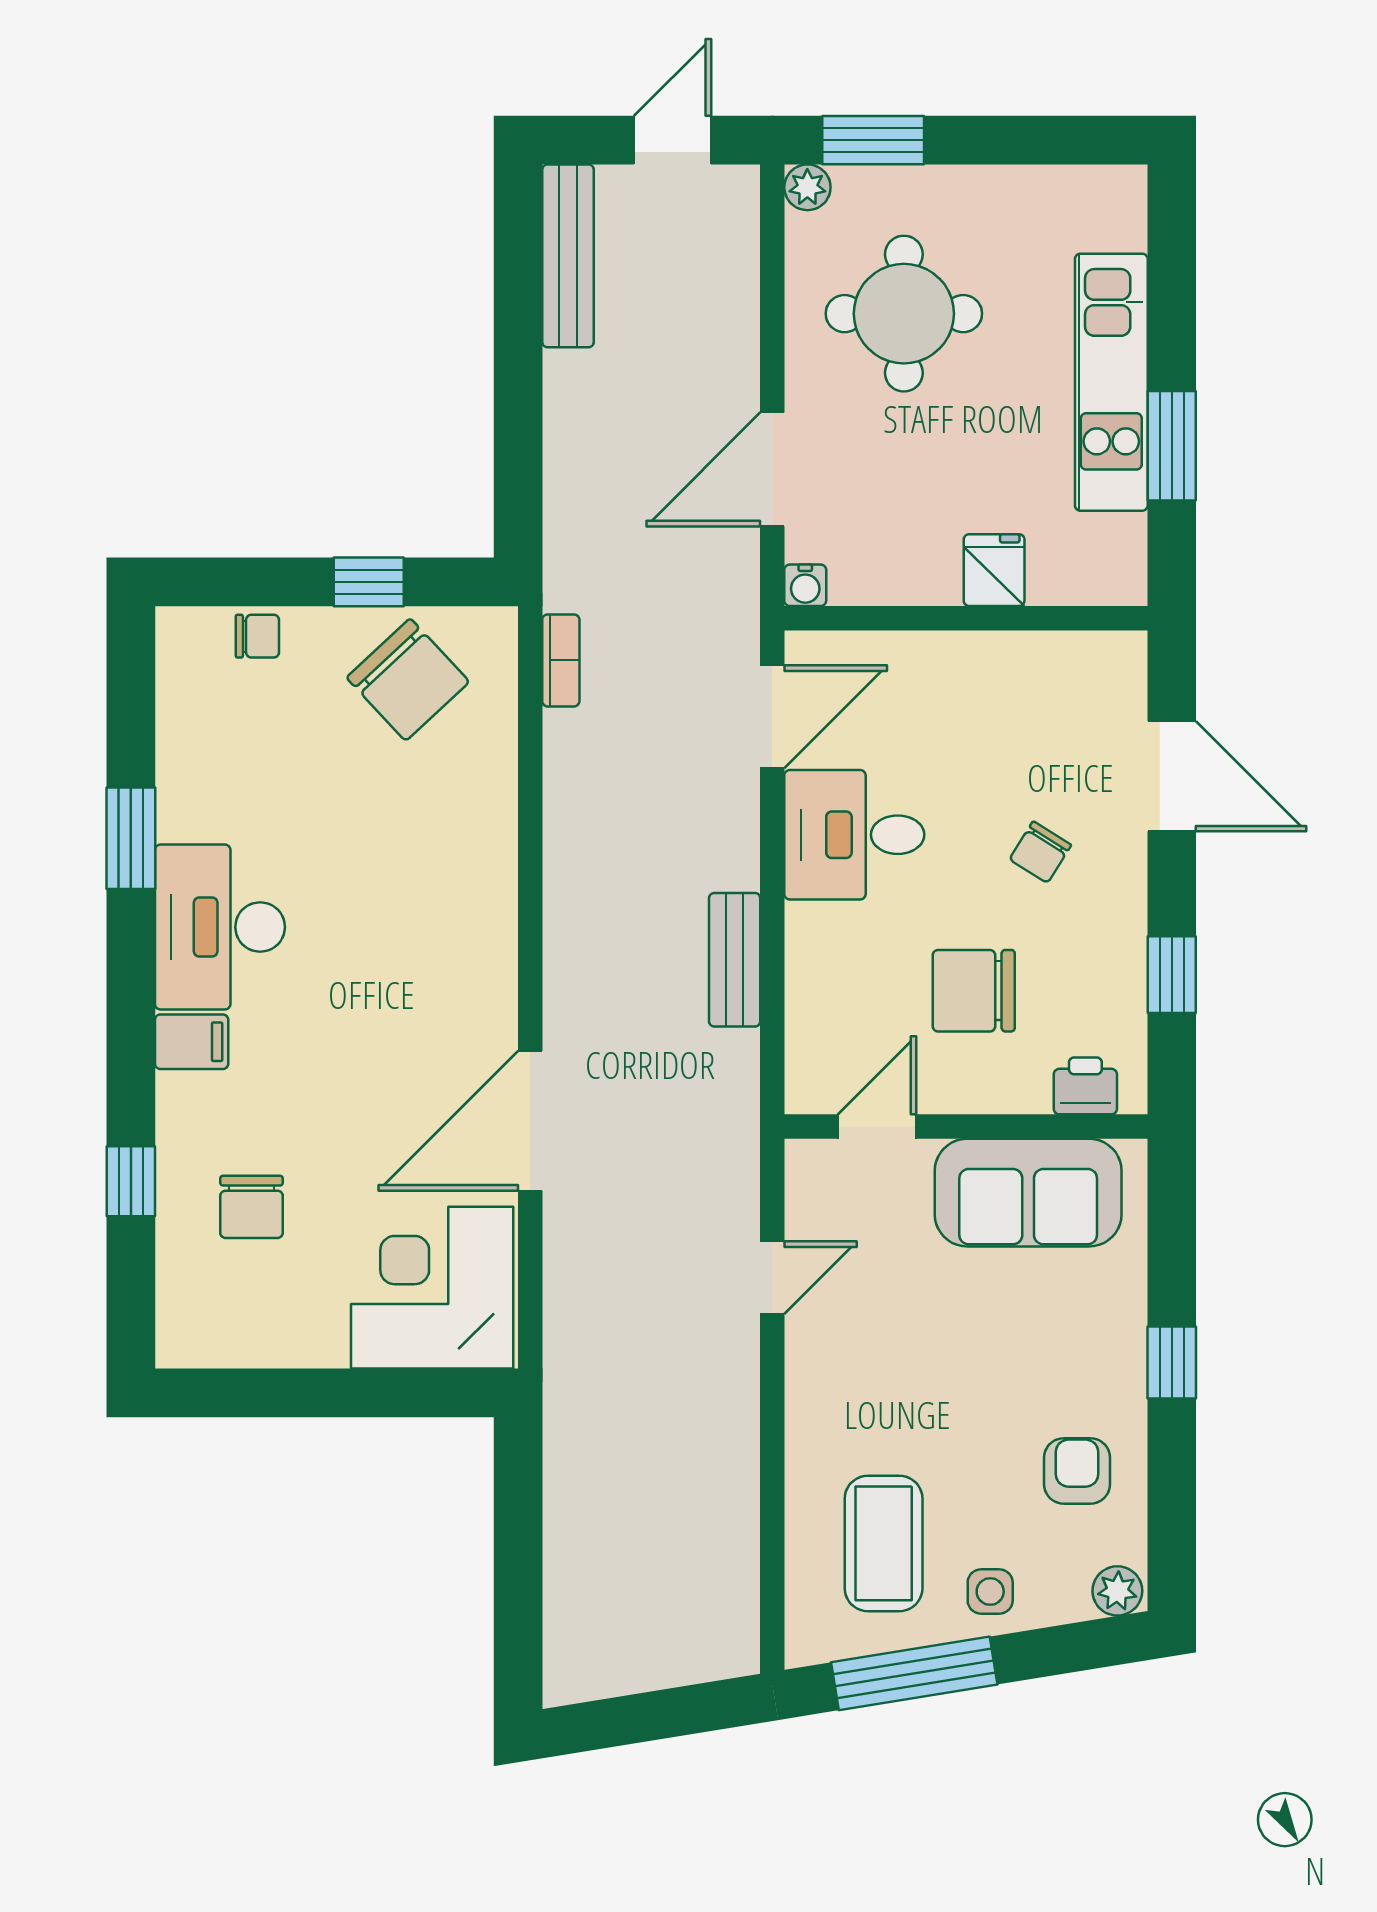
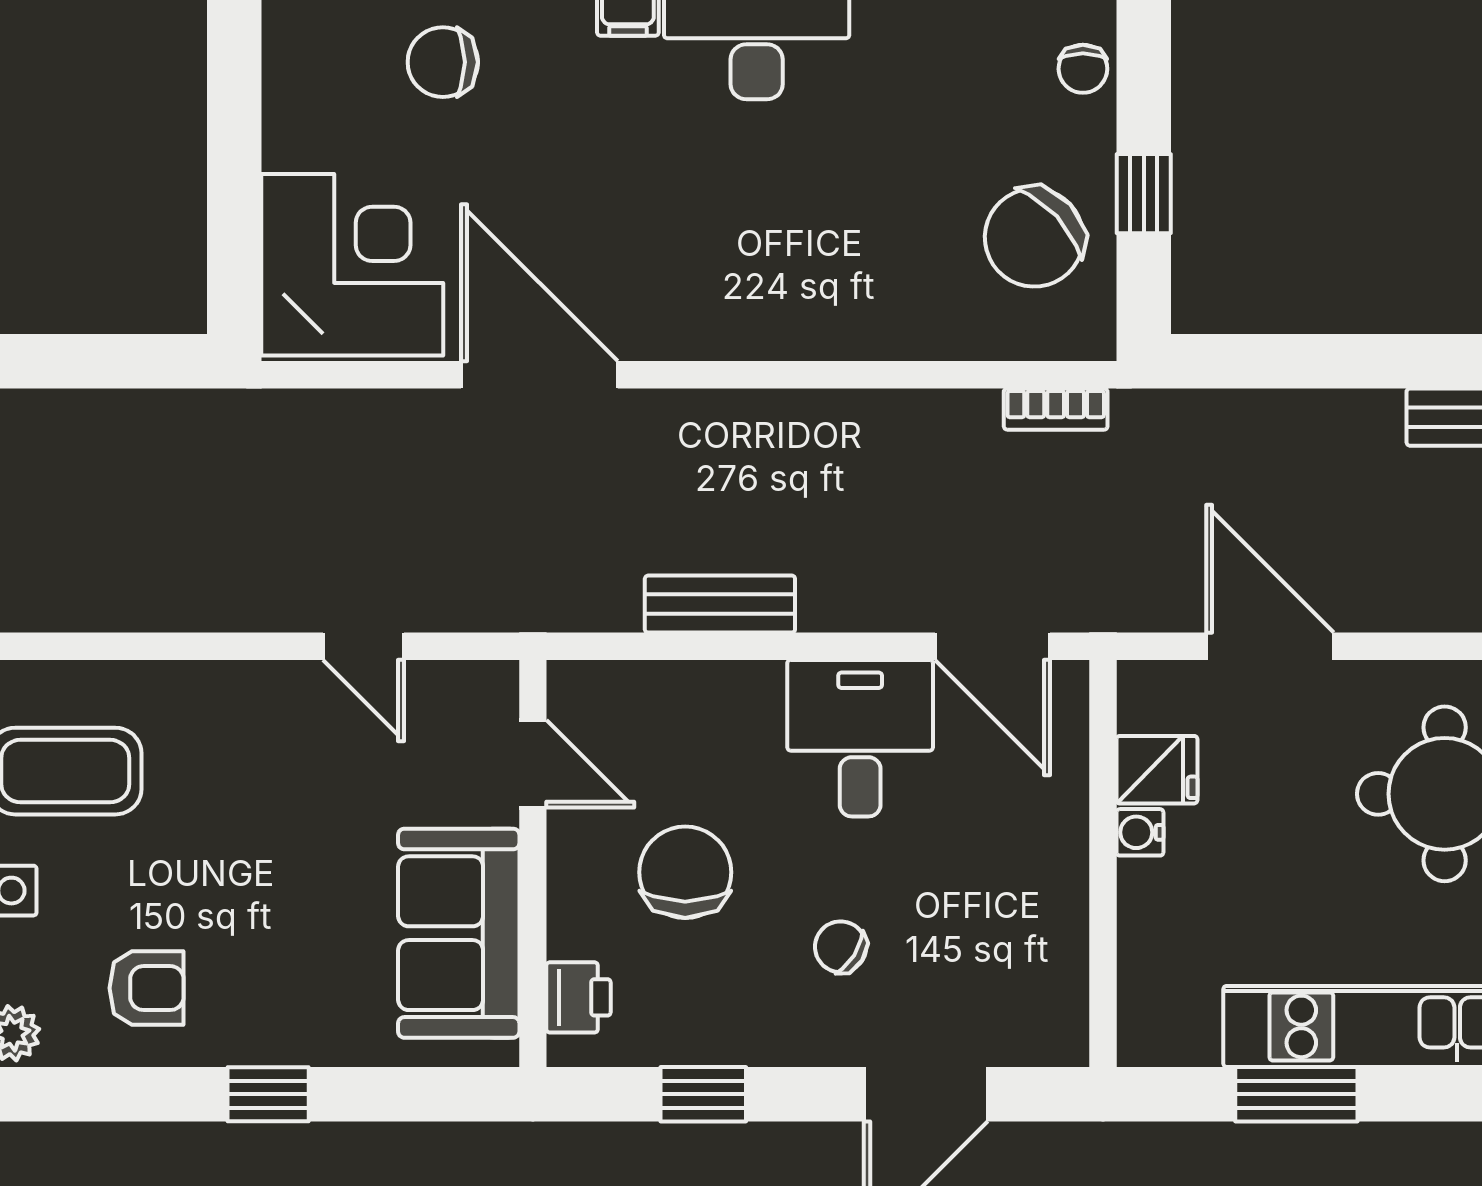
fridge: (994, 570) -> (1157, 770), moved
water cooler: (805, 585) -> (1140, 832), moved

